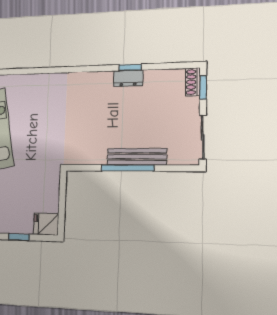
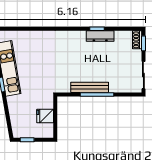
dresser: (128, 78) -> (100, 36), width x1.44
bench: (137, 157) -> (90, 87), moved
fridge: (46, 224) -> (45, 116), moved

